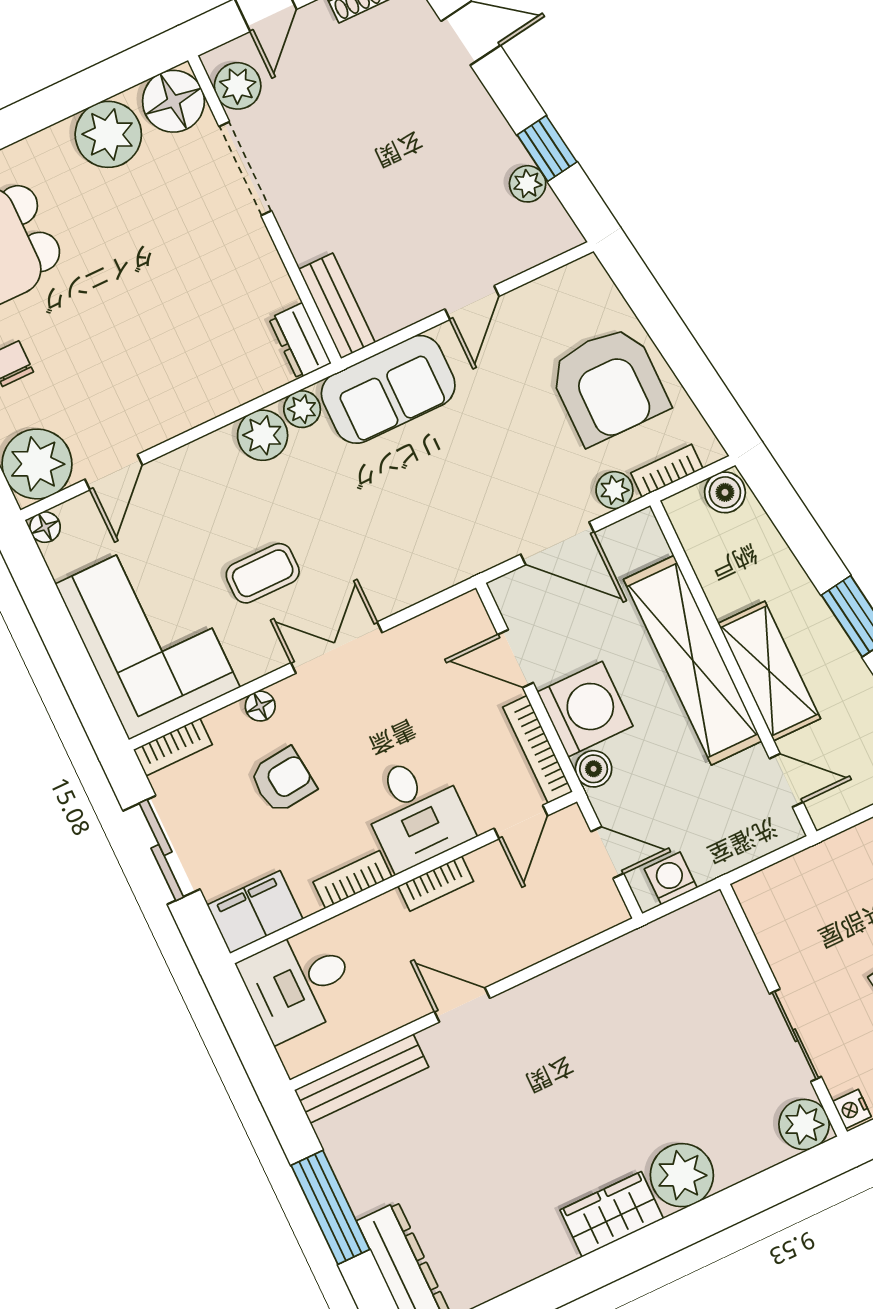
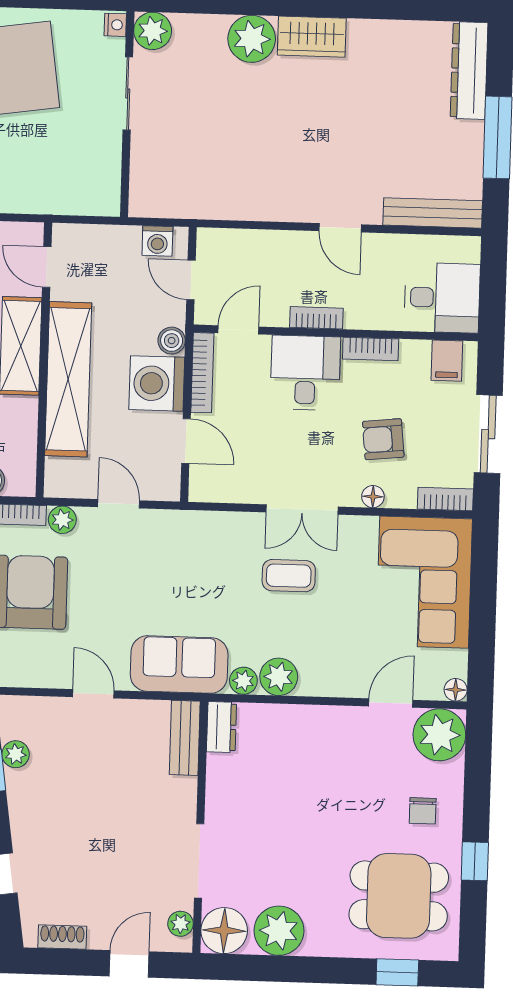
plant: (238, 86) -> (181, 924), width x0.73, depth x0.73
door: (472, 303) -> (93, 694), hinge flipped
door: (557, 543) -> (119, 504), width x0.73
coffee table: (263, 573) -> (289, 576), moved
filing cabinet: (255, 912) -> (447, 361), width x0.50

